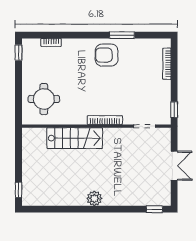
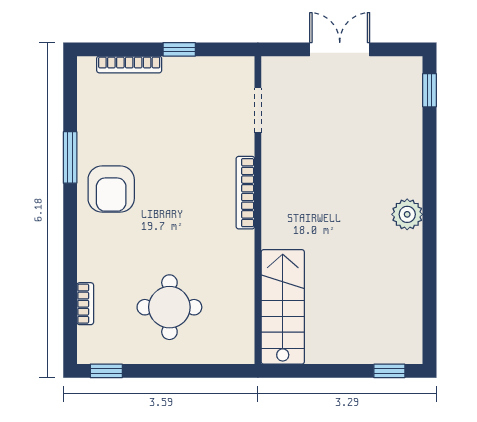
round table: (44, 99) -> (169, 307), moved
window: (174, 110) -> (179, 49), moved
stairs: (75, 138) -> (283, 307), moved

